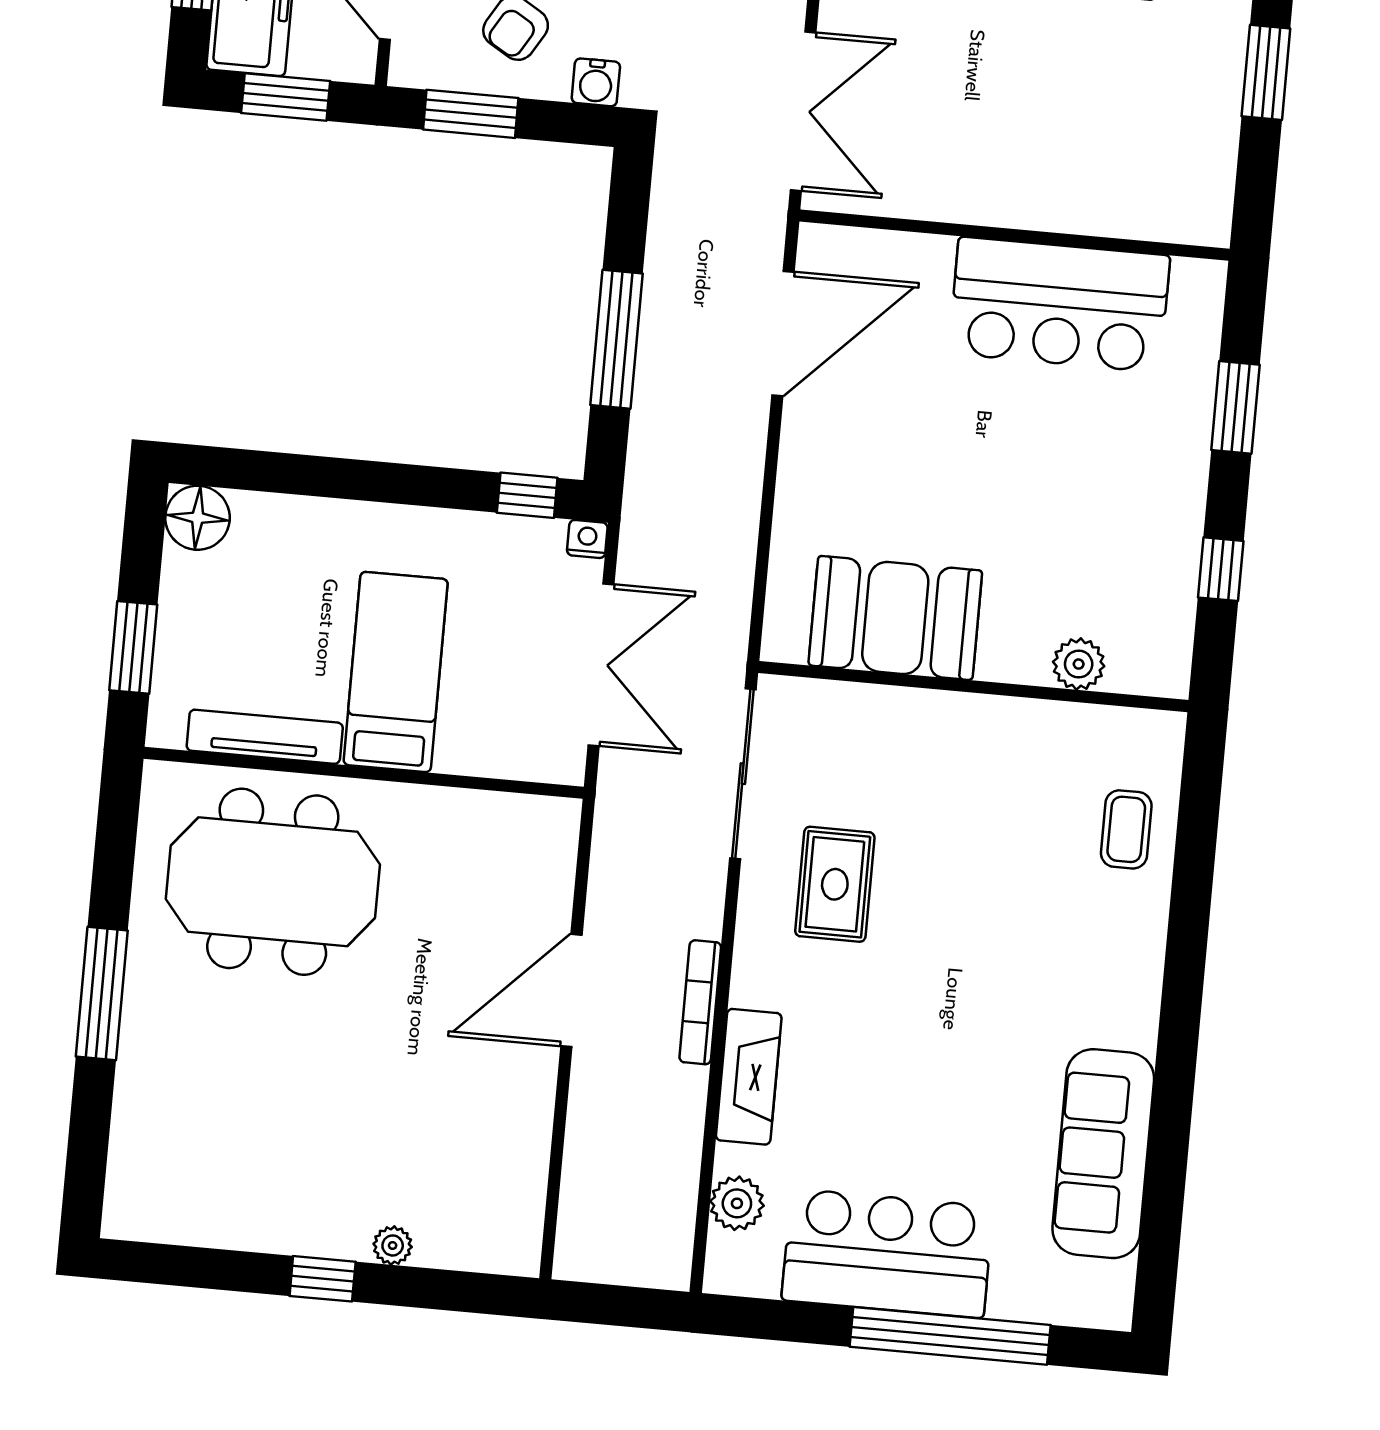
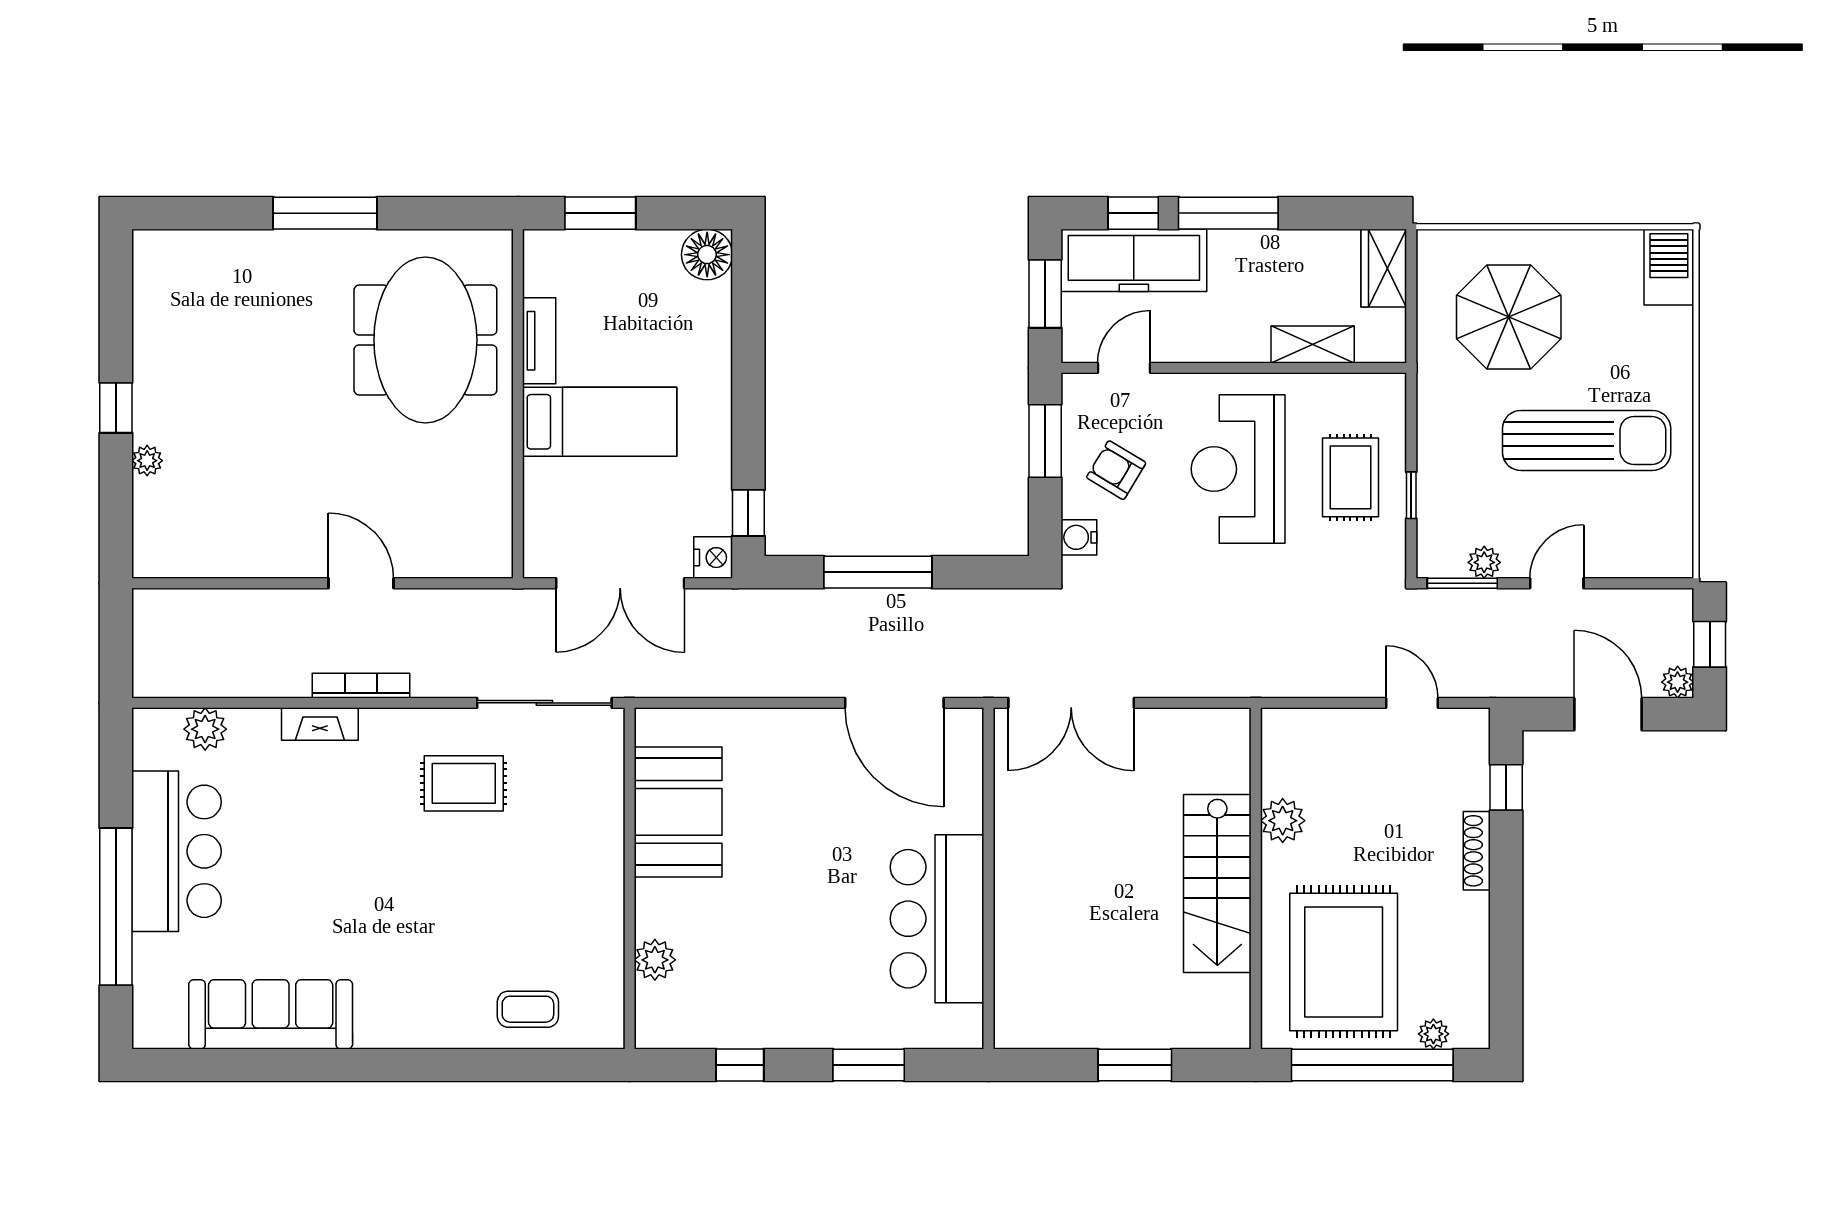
nightstand: (587, 539) -> (713, 558), width x1.39, depth x1.35
tv unit: (265, 737) -> (539, 341), width x0.71
door: (571, 991) -> (361, 583), width x0.73
fireplace: (749, 1077) -> (320, 724), width x0.73, depth x0.76

